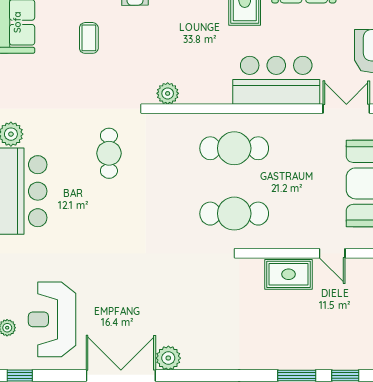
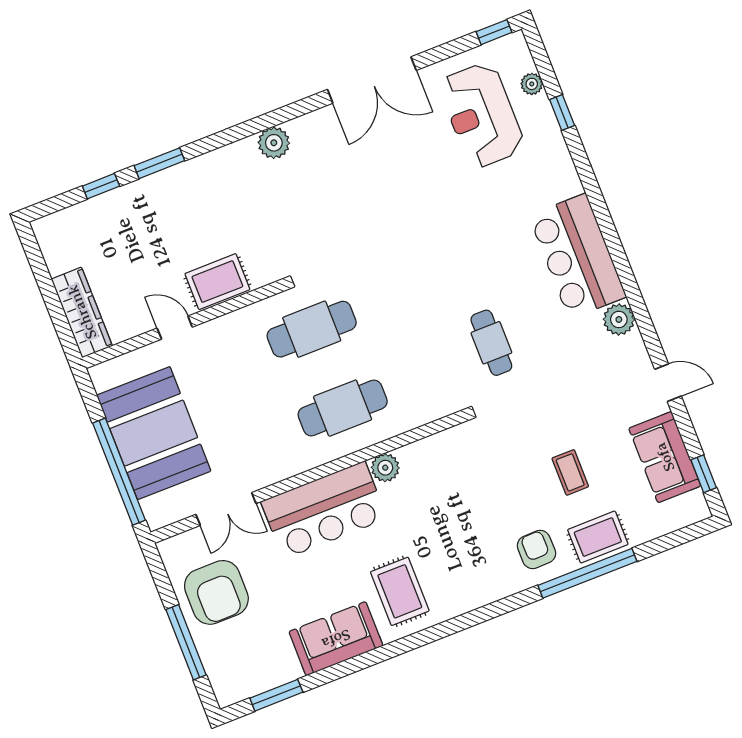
plant: (168, 93) -> (385, 468), moved
reception desk: (52, 319) -> (482, 115), turned 180
plant: (168, 358) -> (274, 143), moved

